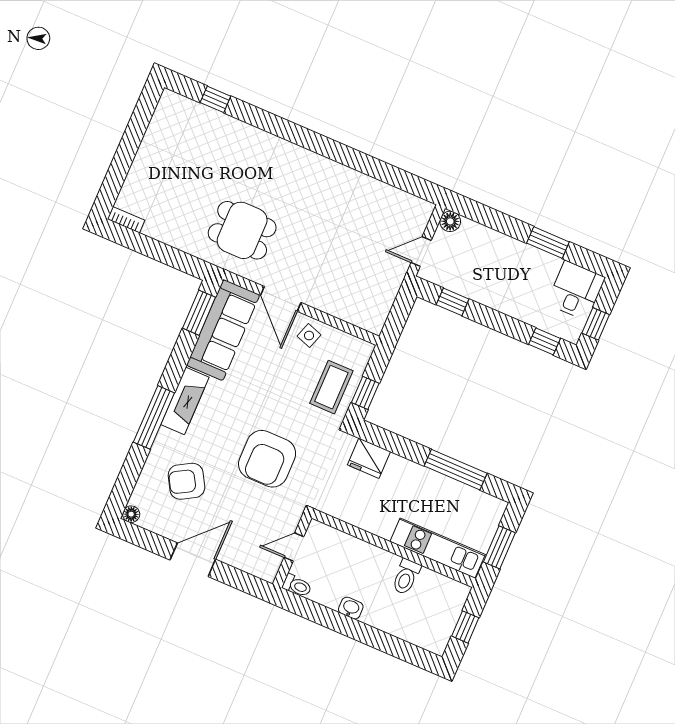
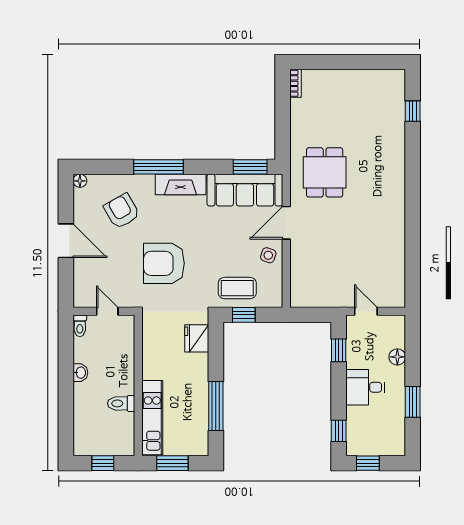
floor lamp: (450, 221) -> (397, 357), moved
desk: (576, 291) -> (365, 387), moved, turned 180

